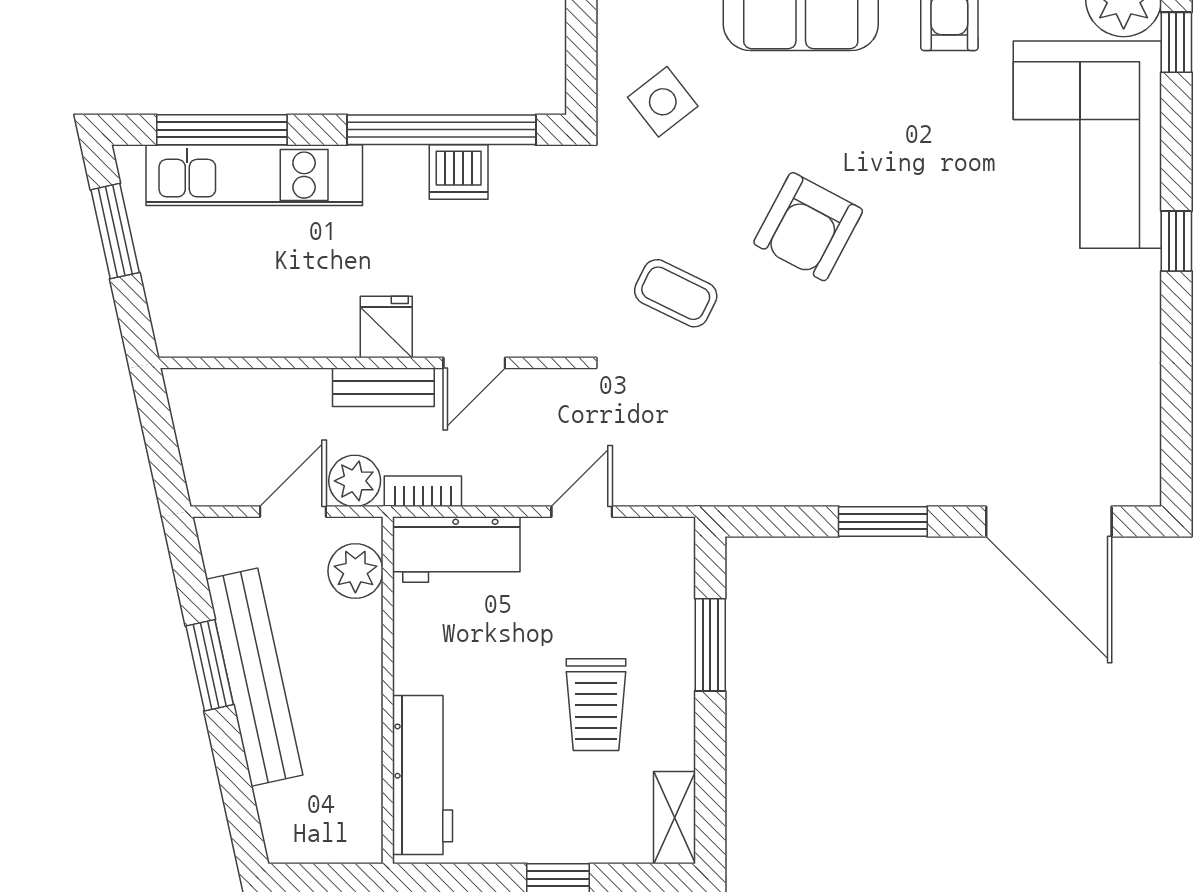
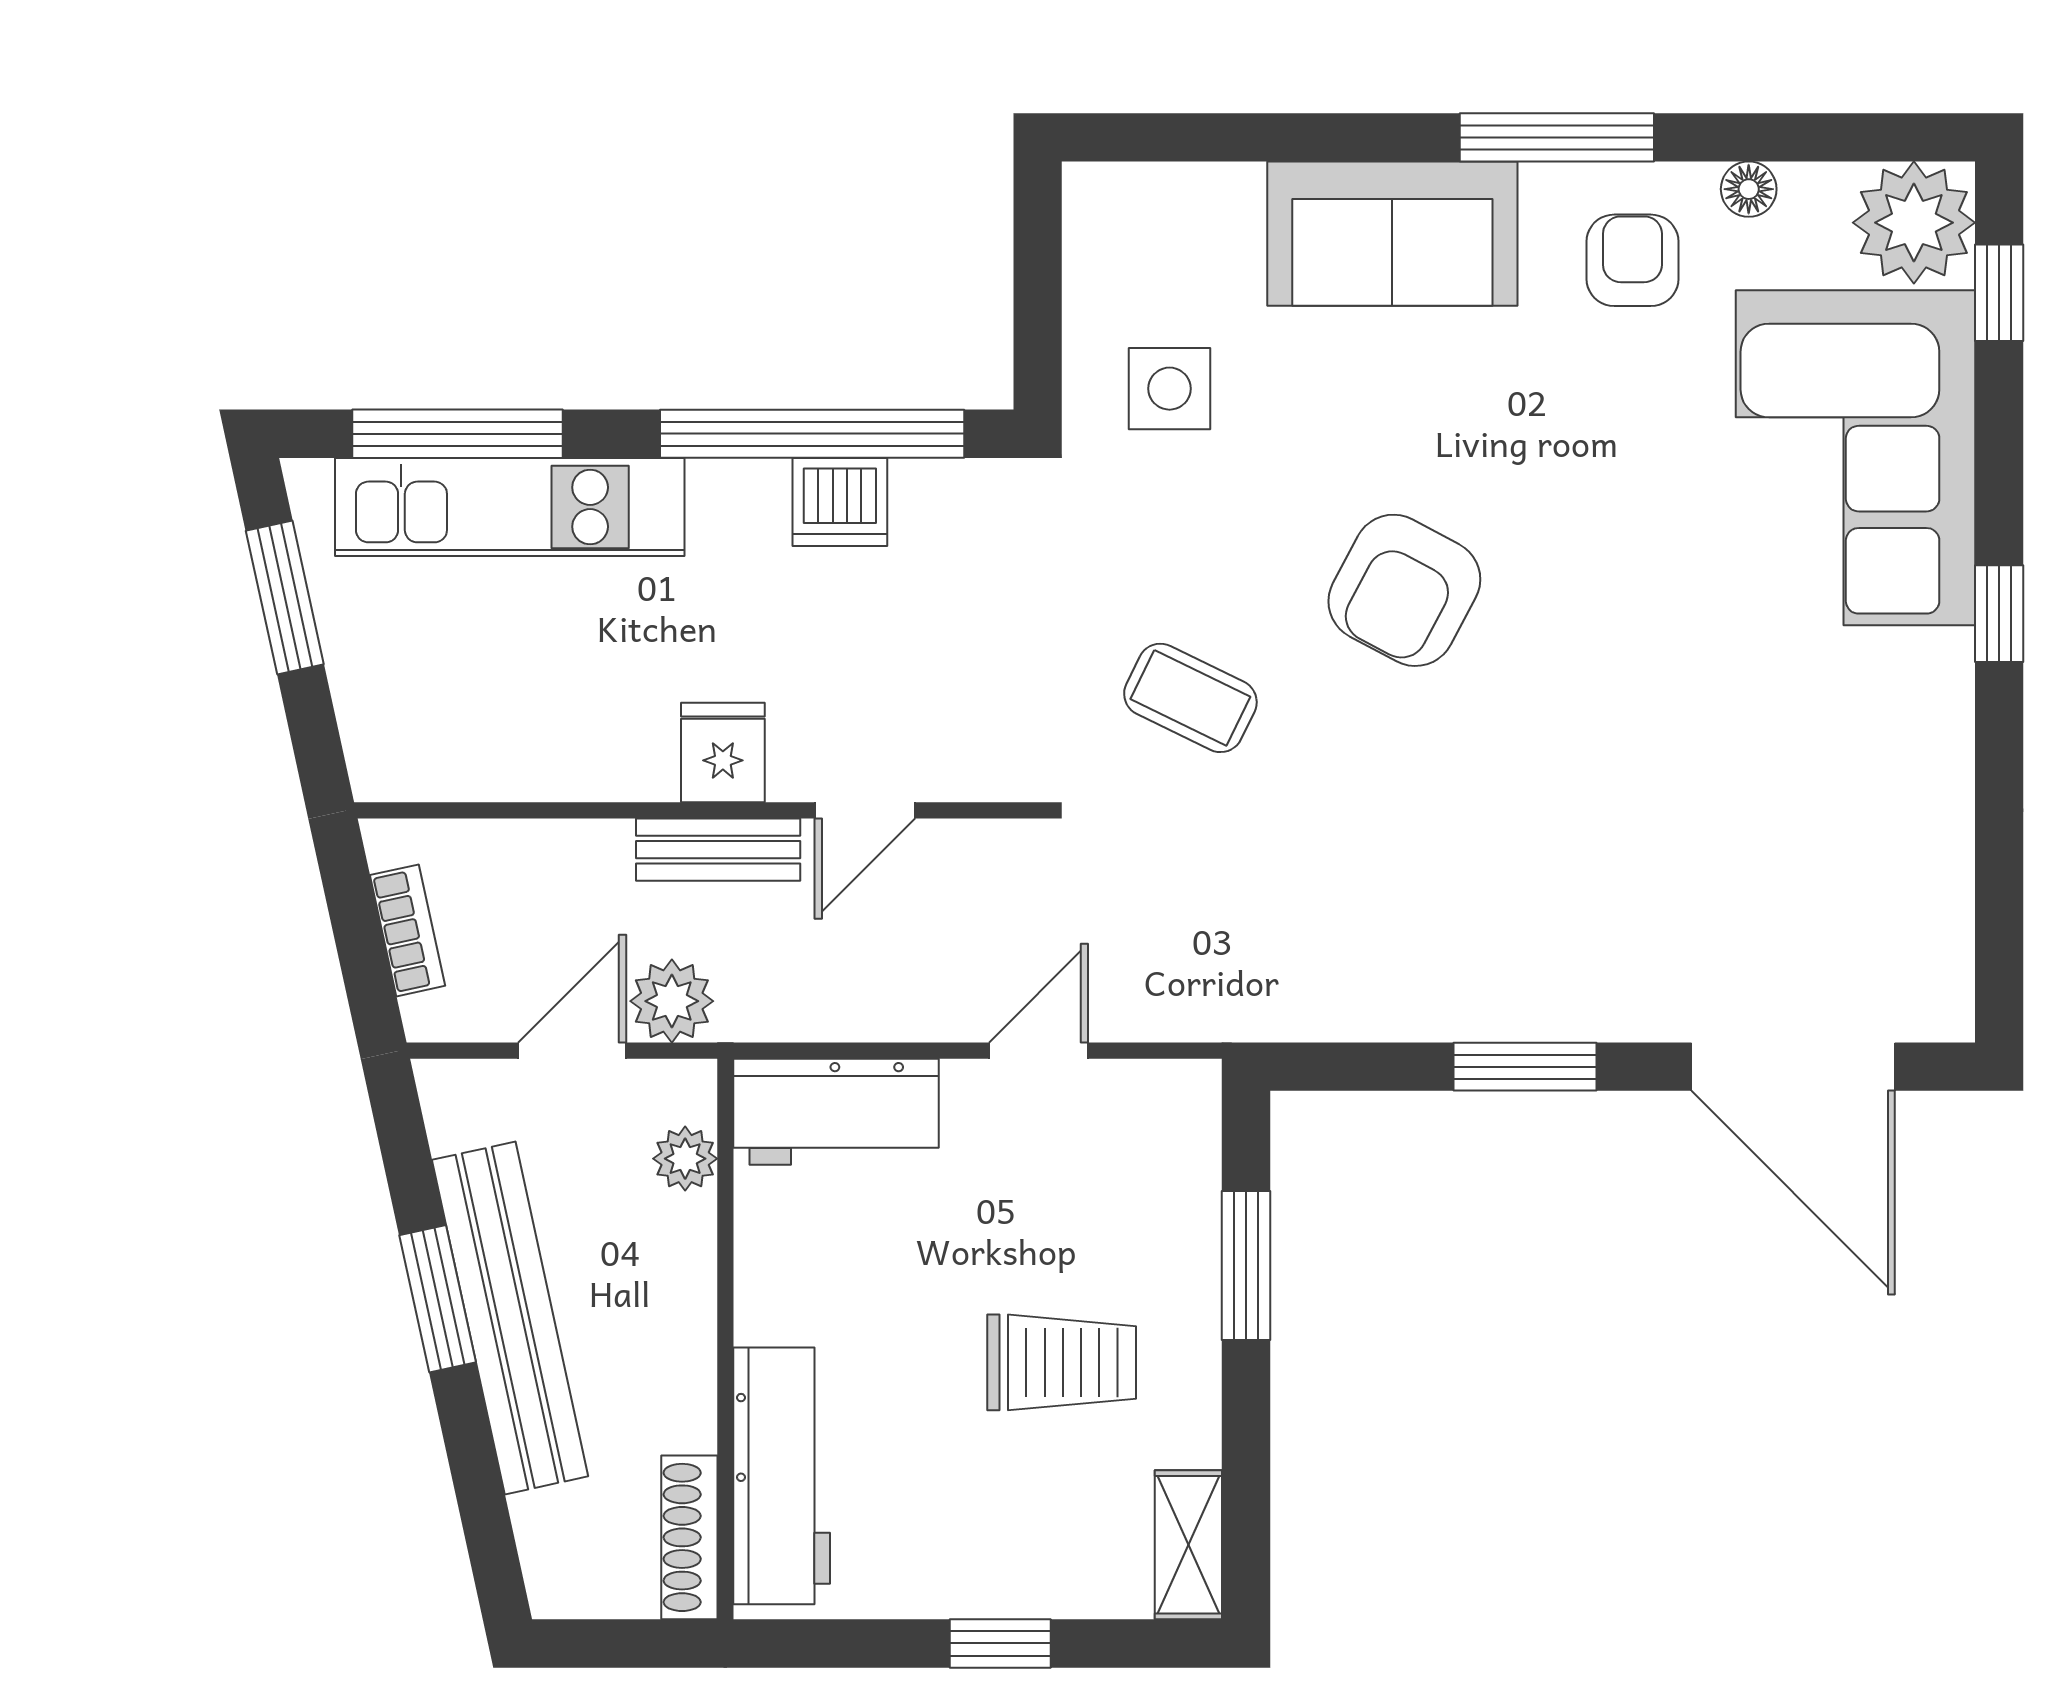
side table: (663, 102) -> (1170, 389), turned 38
bookcase: (423, 491) -> (407, 930), moved, turned 78
plant: (355, 571) -> (685, 1159), width x0.73, depth x0.73
trolley: (596, 705) -> (1062, 1362), turned -90
shoe rack: (366, 813) -> (689, 1537), added

